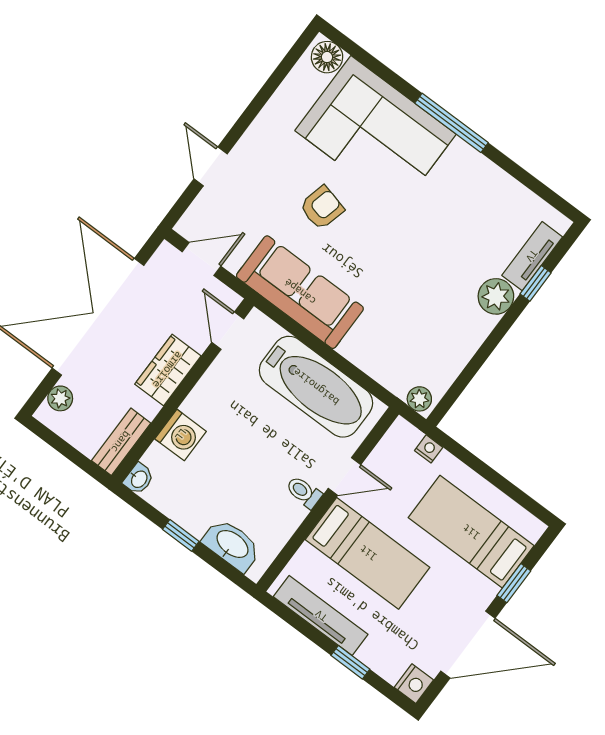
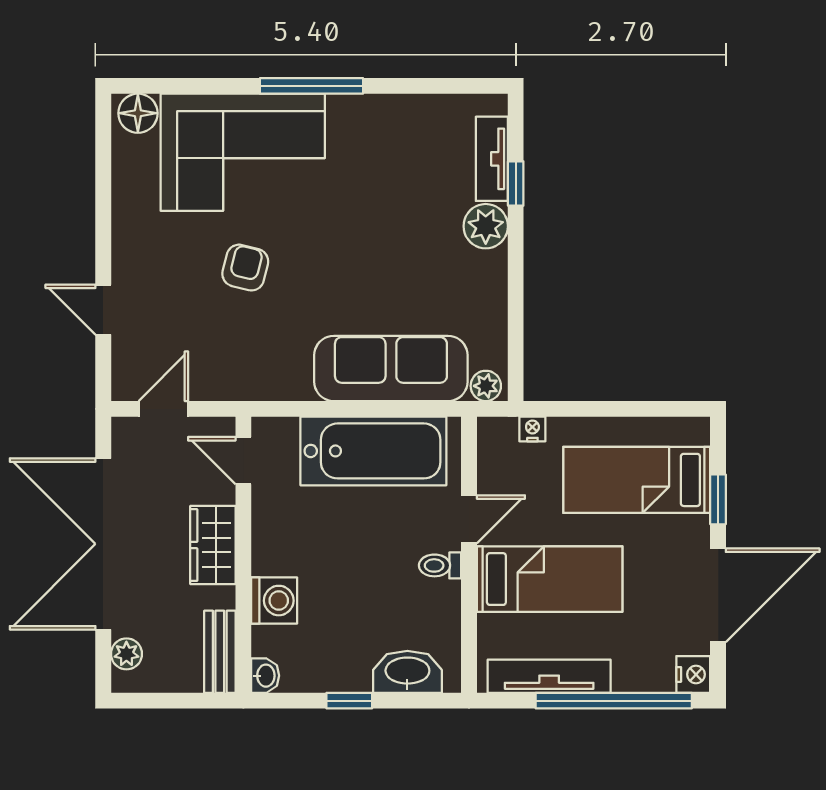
sofa: (300, 292) -> (391, 368), moved
window: (350, 662) -> (614, 701), width x3.17

